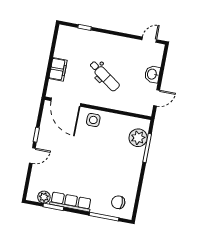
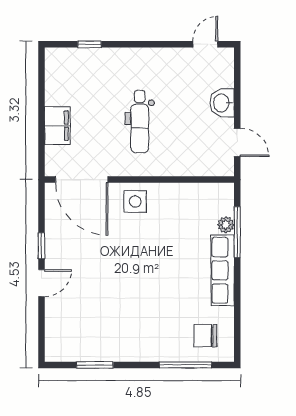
dental chair: (104, 76) -> (140, 122), turned 55
door: (157, 98) -> (237, 142), hinge flipped
plant: (138, 138) -> (226, 225), width x0.53, depth x0.53
plant: (44, 197) -> (75, 351), removed
row of seats: (71, 202) -> (223, 270), moved, turned -90

